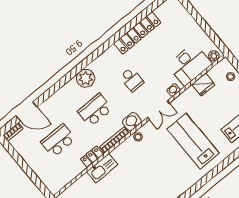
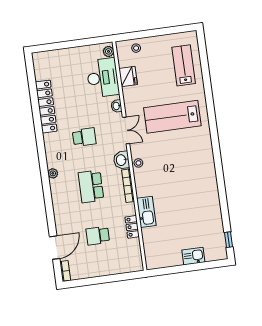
plant: (86, 78) -> (53, 173), width x0.53, depth x0.53
school desk: (58, 141) -> (98, 236), width x0.54
locker: (92, 157) -> (132, 227), moved

